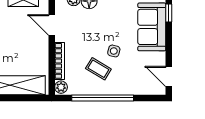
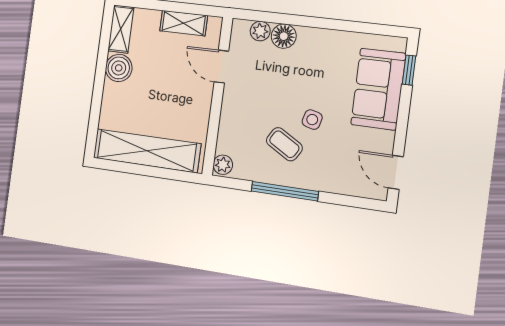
bookcase: (60, 61) -> (226, 124), removed
window: (103, 98) -> (285, 191), width x0.68

